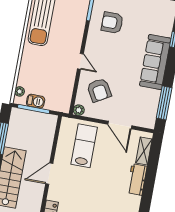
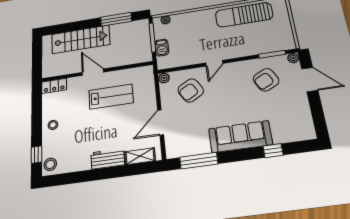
armchair: (112, 23) -> (266, 80), turned -117
barbecue: (36, 101) -> (162, 48), moved
lab bench: (84, 146) -> (111, 97), moved

